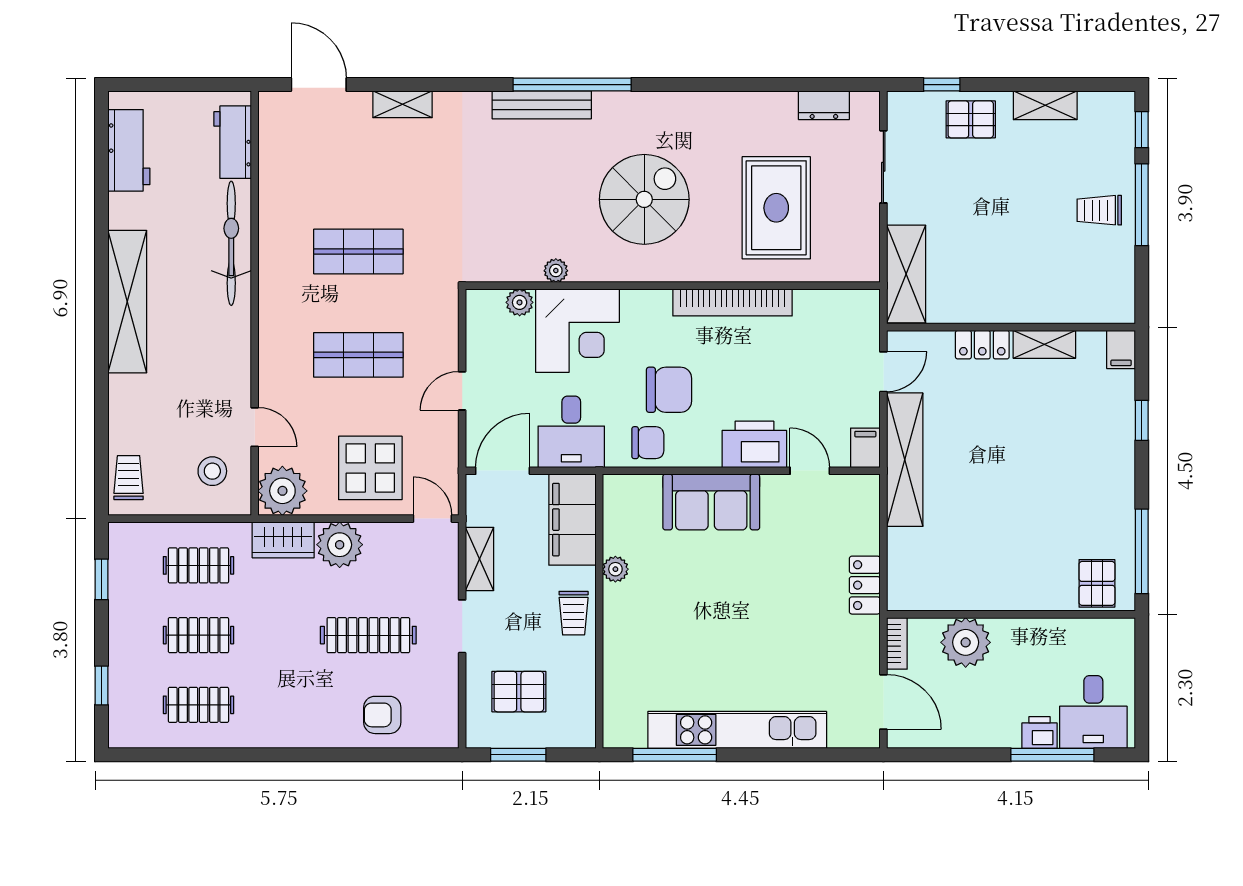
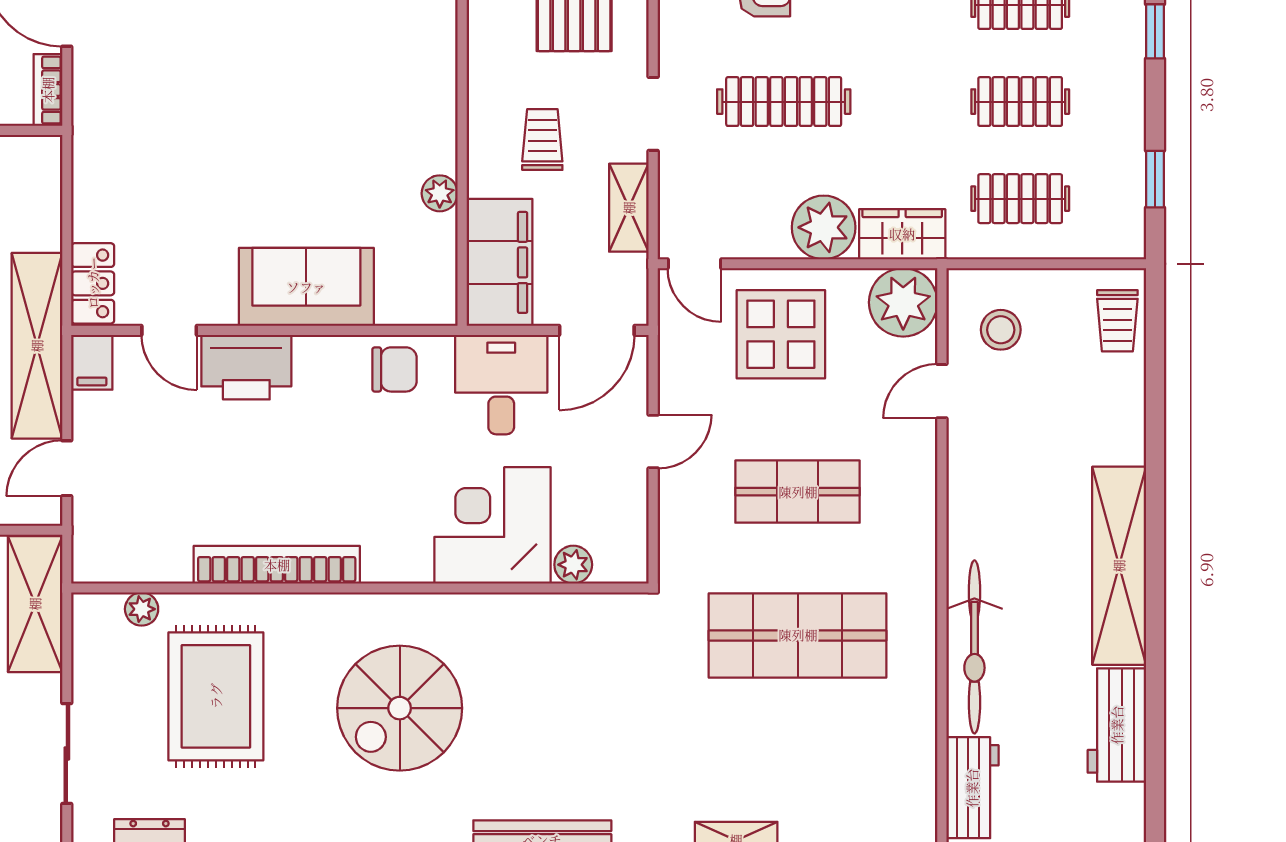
workbench: (129, 150) -> (1117, 725), moved
shop shelf: (358, 252) -> (798, 635), width x1.43, depth x1.36
plant: (556, 271) -> (142, 609), moved
chair: (669, 390) -> (365, 443), removed
door: (255, 427) -> (942, 391), hinge flipped
chair: (648, 443) -> (395, 369), turned 180
locker: (865, 585) -> (93, 283), moved
trolley: (574, 613) -> (542, 140), moved

